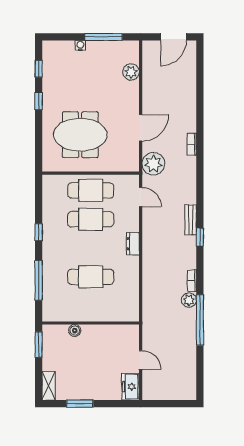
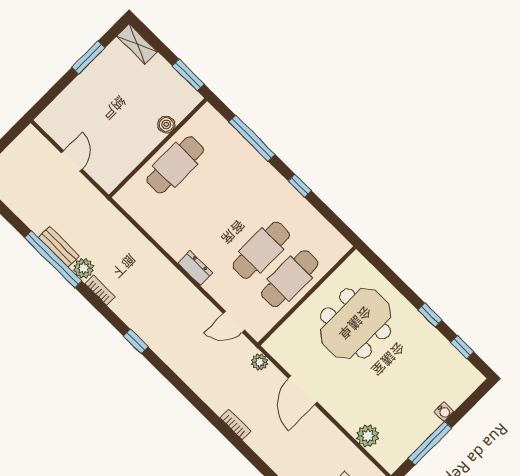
plant: (153, 164) -> (260, 362), width x0.53, depth x0.53
bench: (191, 220) -> (59, 247), moved
cafe table: (91, 277) -> (175, 165), moved
door: (141, 360) -> (72, 161), swing flipped
freezer: (130, 387) -> (55, 125), removed

